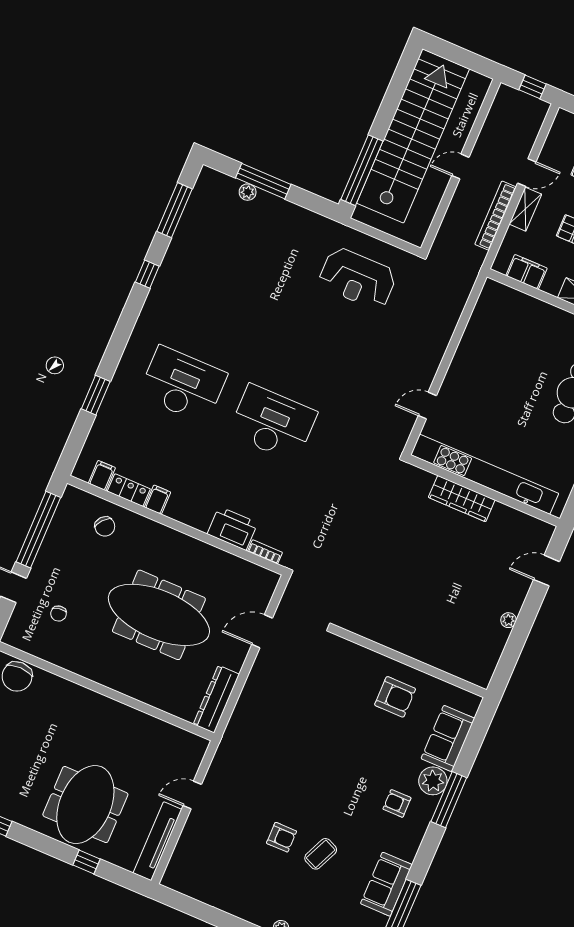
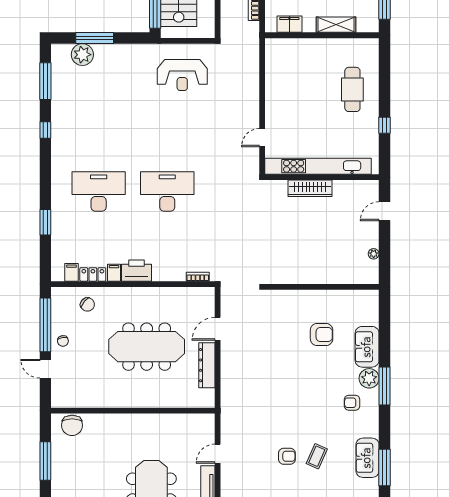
plant: (248, 192) -> (82, 55), width x1.87, depth x1.87
printer: (232, 528) -> (136, 271), moved
chair: (59, 614) -> (63, 341), moved
wall: (411, 662) -> (322, 287), moved
dresser: (216, 699) -> (207, 365), moved

